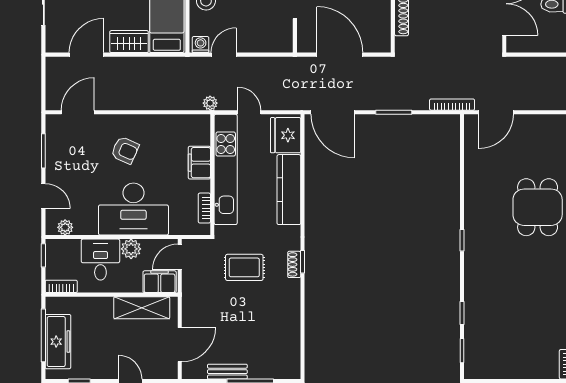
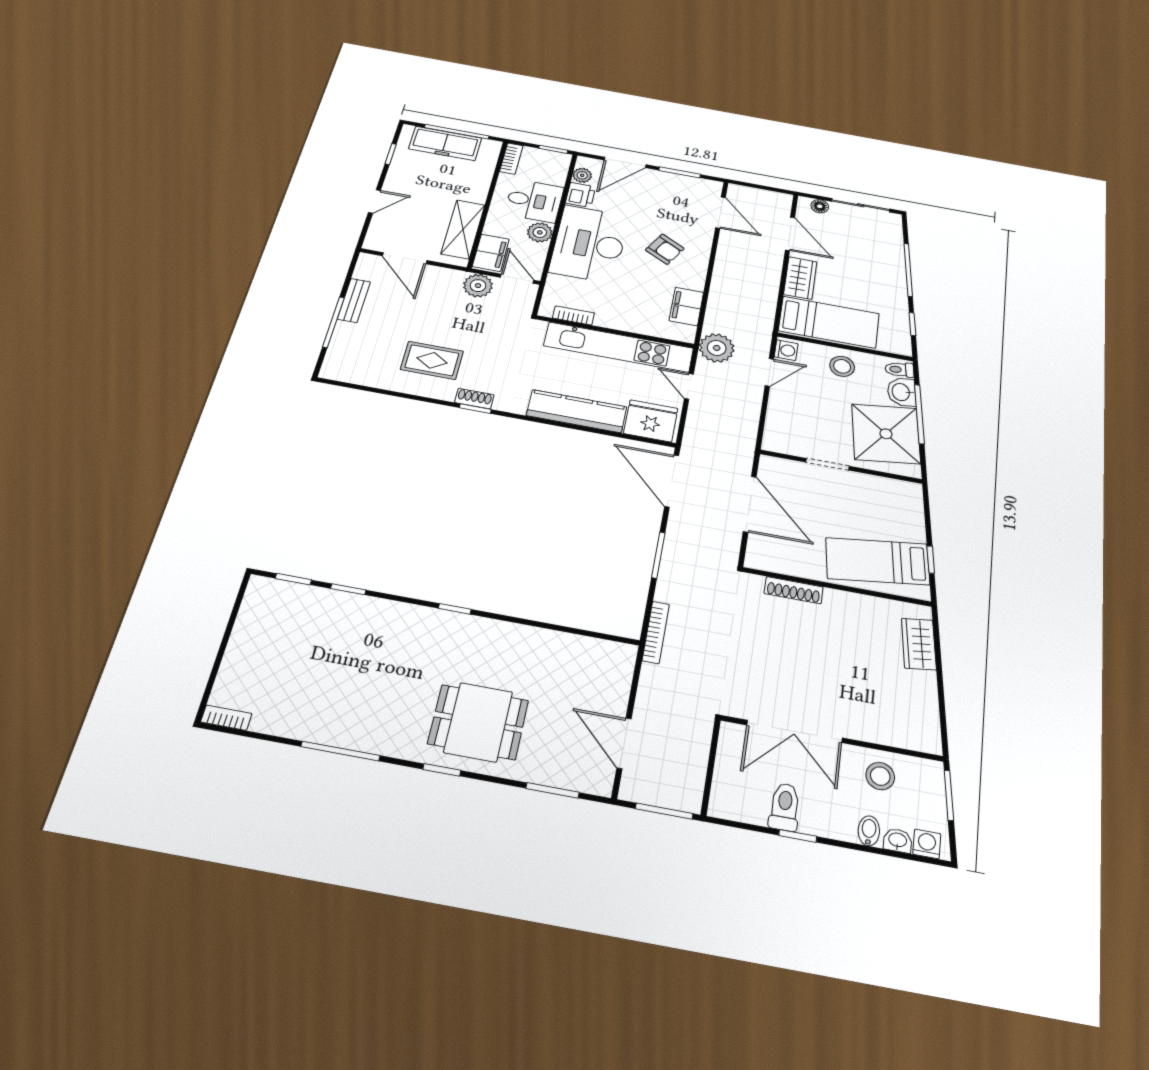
floor lamp: (52, 34) -> (820, 206), added
door: (224, 55) -> (769, 372), hinge flipped
door: (340, 55) -> (750, 504), hinge flipped
plant: (210, 103) -> (717, 348), width x1.88, depth x1.88
door: (249, 112) -> (689, 386), swing flipped
door: (333, 112) -> (672, 481), hinge flipped
door: (496, 112) -> (624, 743), moved
armchair: (125, 150) -> (665, 249), turned -85
filing cabinet: (199, 163) -> (686, 306), moved, turned -90
door: (43, 196) -> (625, 162), width x1.37
printer: (86, 225) -> (581, 195), added
rug: (244, 267) -> (432, 360), moved, turned 90
plant: (193, 284) -> (478, 286), added

